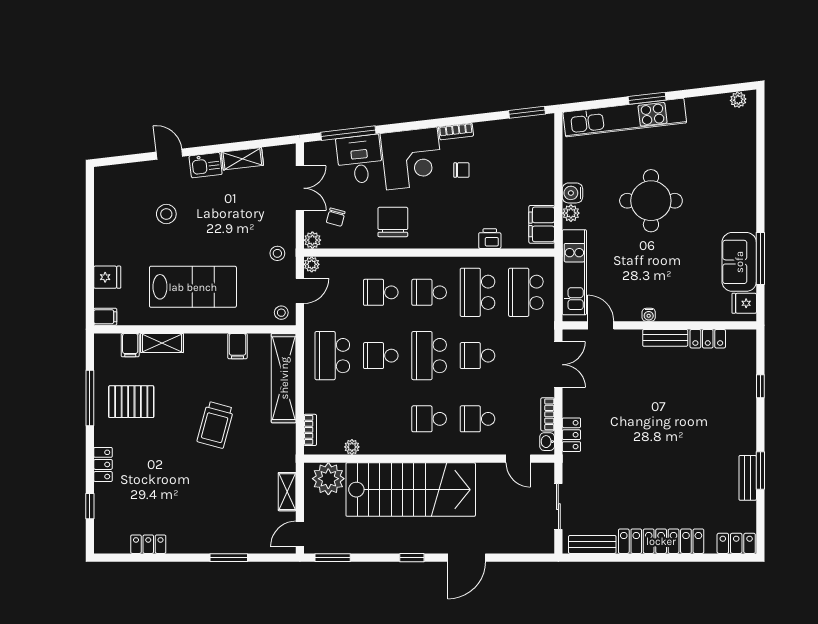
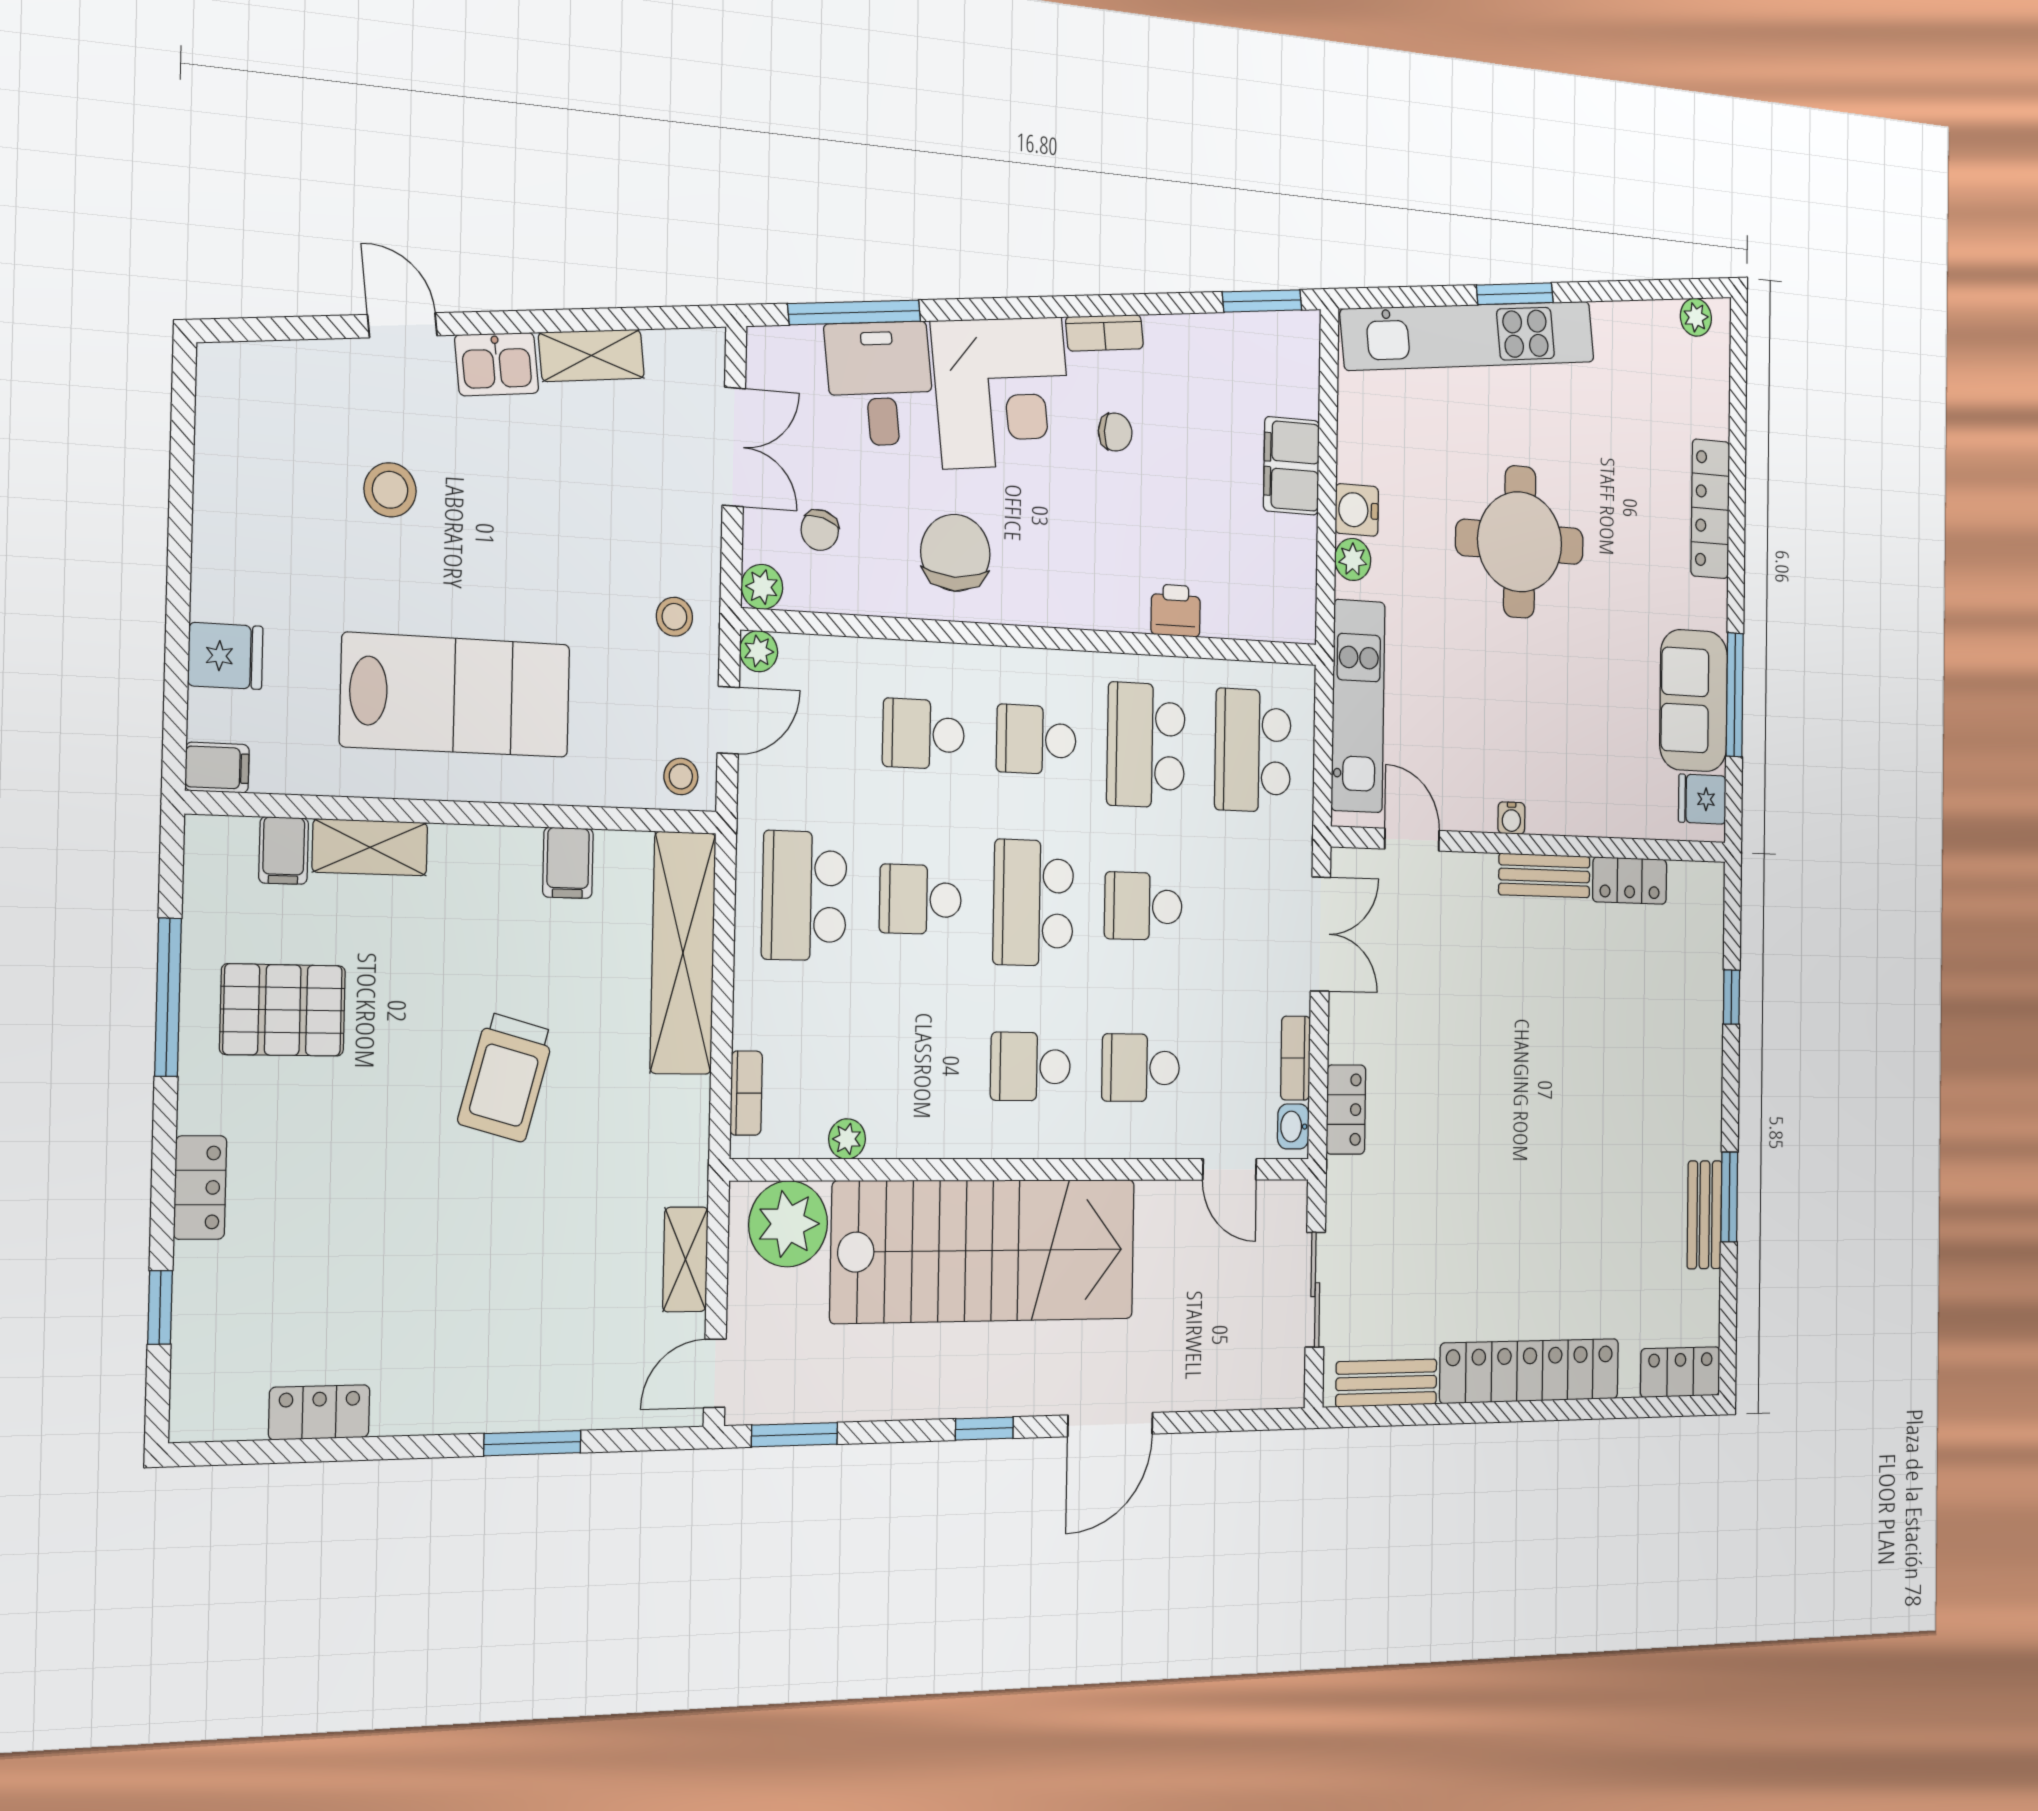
locker: (747, 180) -> (1710, 509), added
filing cabinet: (542, 224) -> (1291, 466), moved

